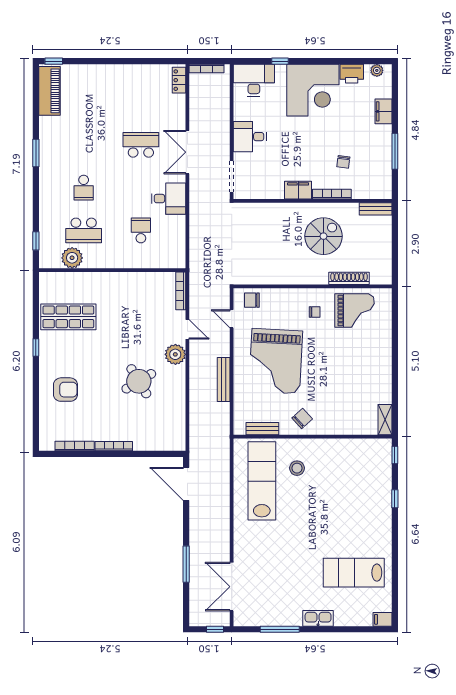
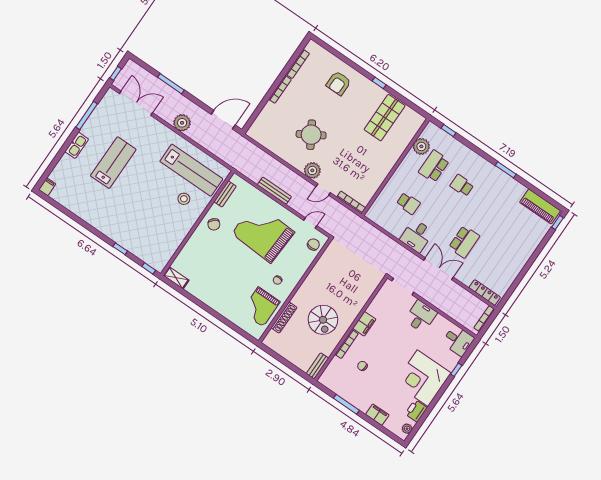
locker: (179, 80) -> (485, 292), width x1.53
desk: (254, 80) -> (458, 341), width x0.73
plant: (219, 524) -> (182, 123), added
lab bench: (354, 573) -> (113, 163), moved

